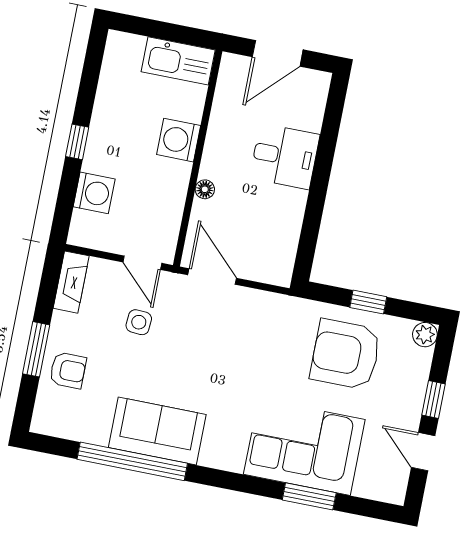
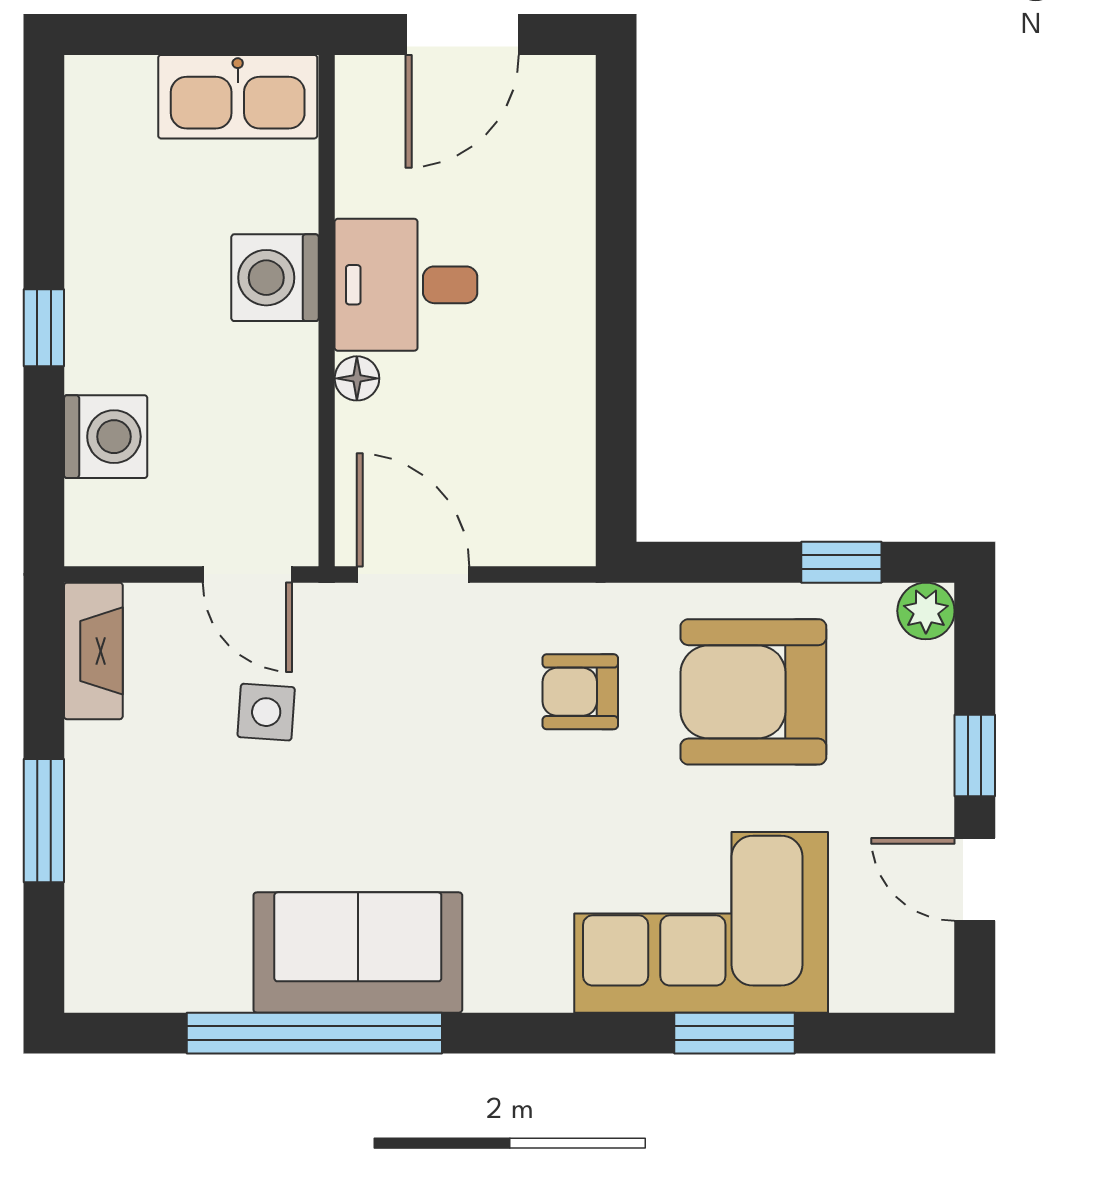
desk: (285, 156) -> (406, 285), moved, turned 180
window: (368, 302) -> (841, 562), moved
armchair: (68, 370) -> (580, 692), moved, turned 180

